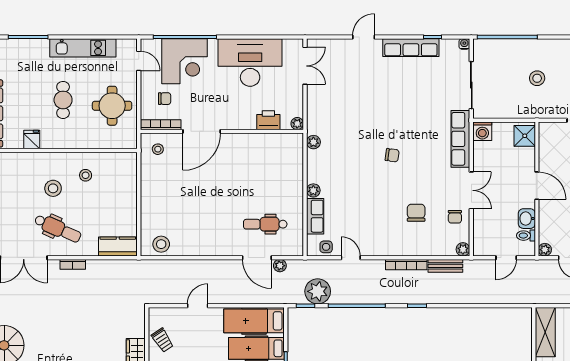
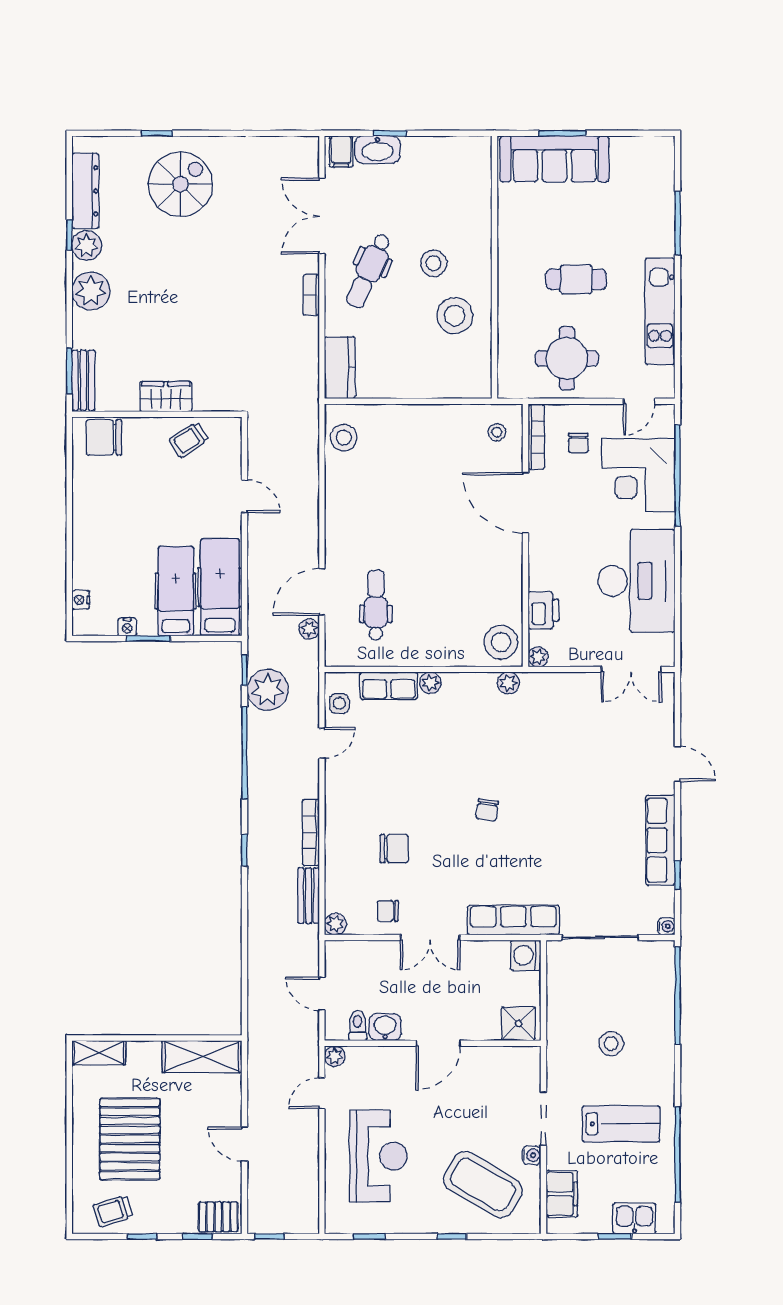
fridge: (32, 140) -> (512, 229), removed
stool: (288, 147) -> (501, 642), added
stool: (86, 175) -> (455, 316), width x1.89, depth x1.89

